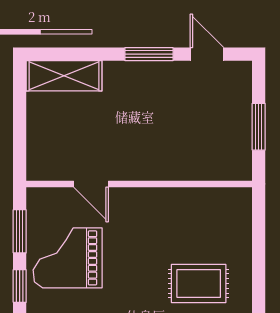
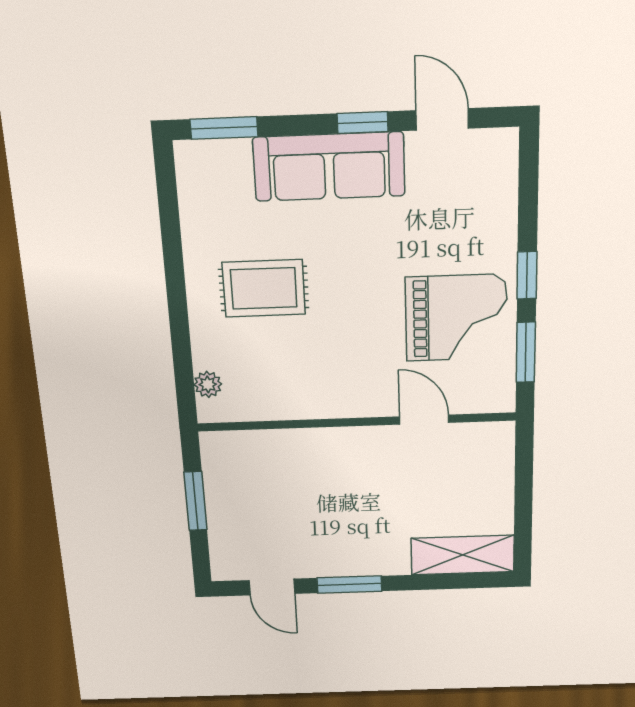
plant: (242, 216) -> (208, 384), added

